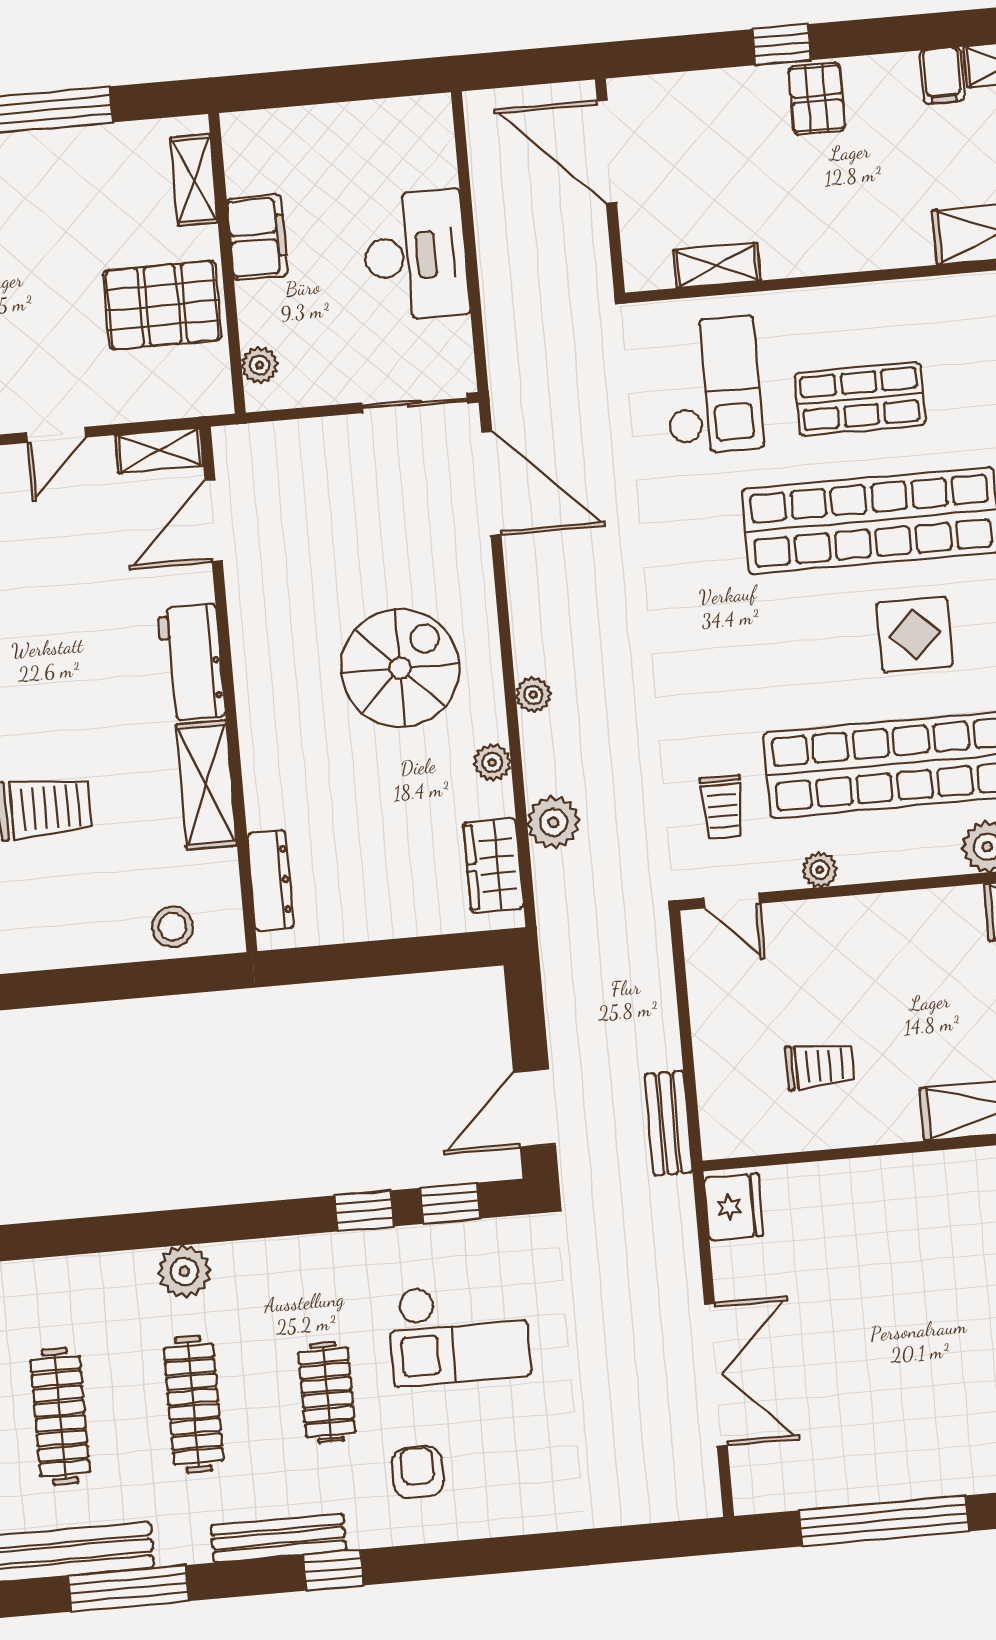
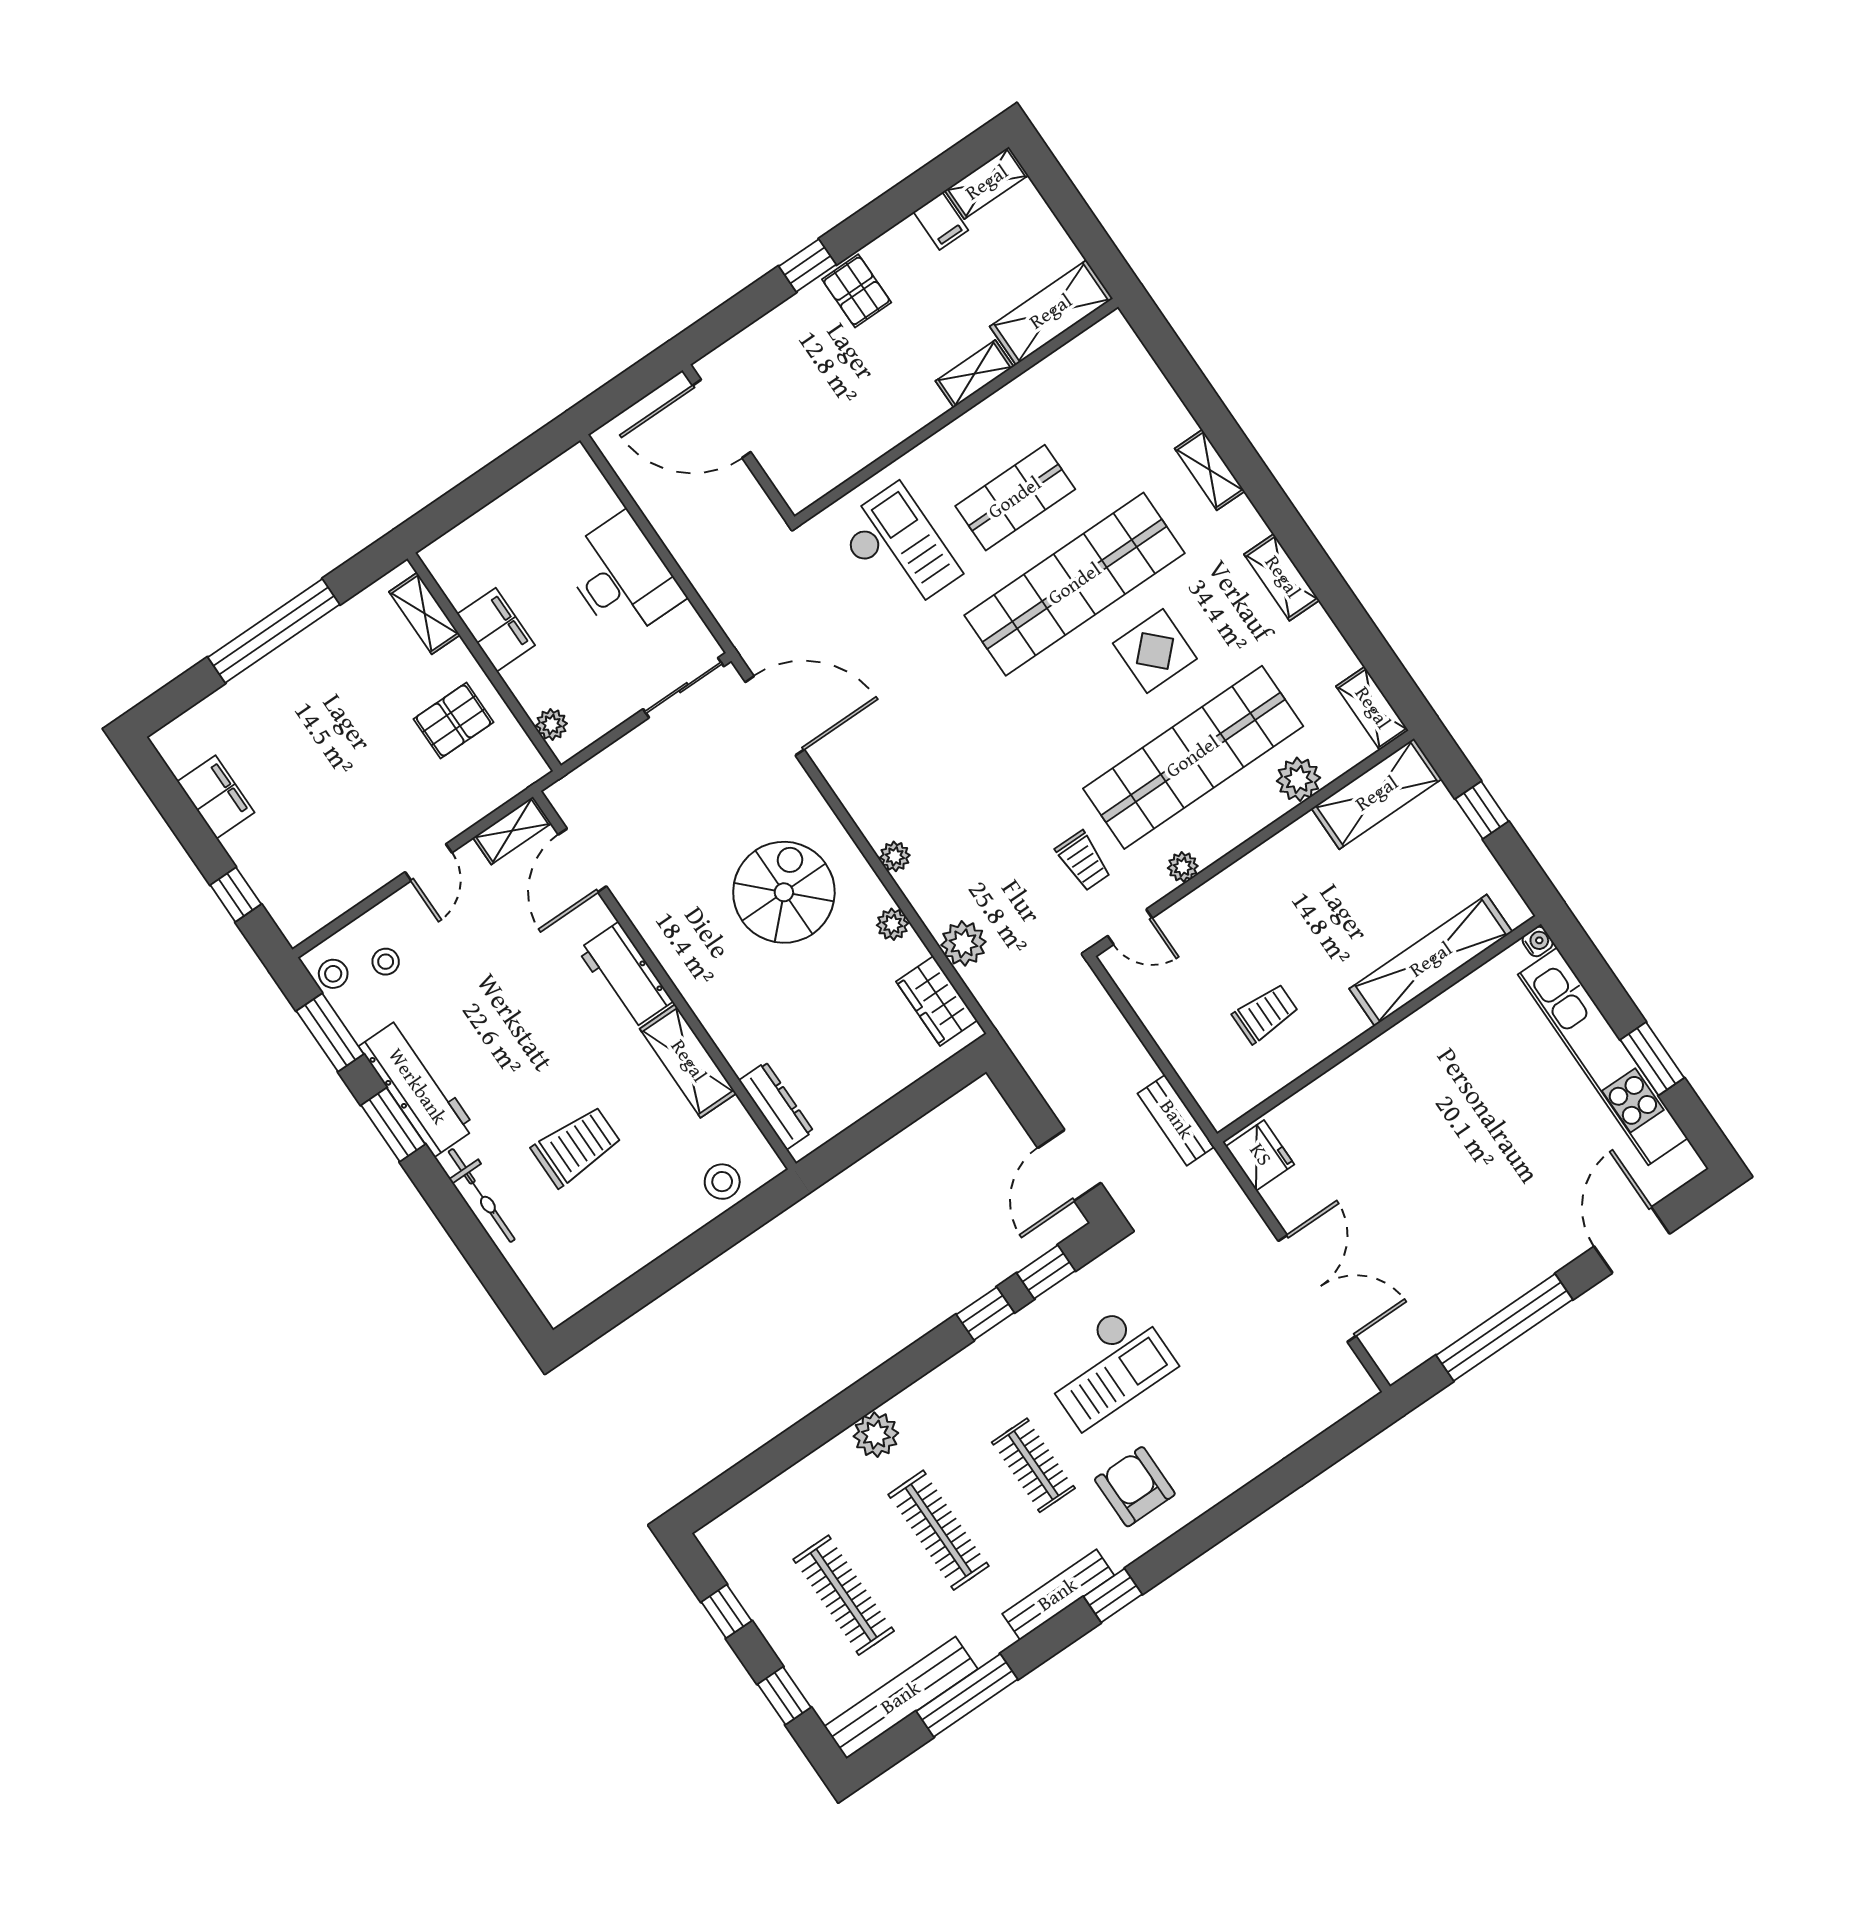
shelving: (717, 265) -> (975, 374), moved
pallet: (162, 305) -> (453, 721), width x0.67, depth x0.71
armchair: (418, 1472) -> (1135, 1487), width x1.38, depth x1.38

